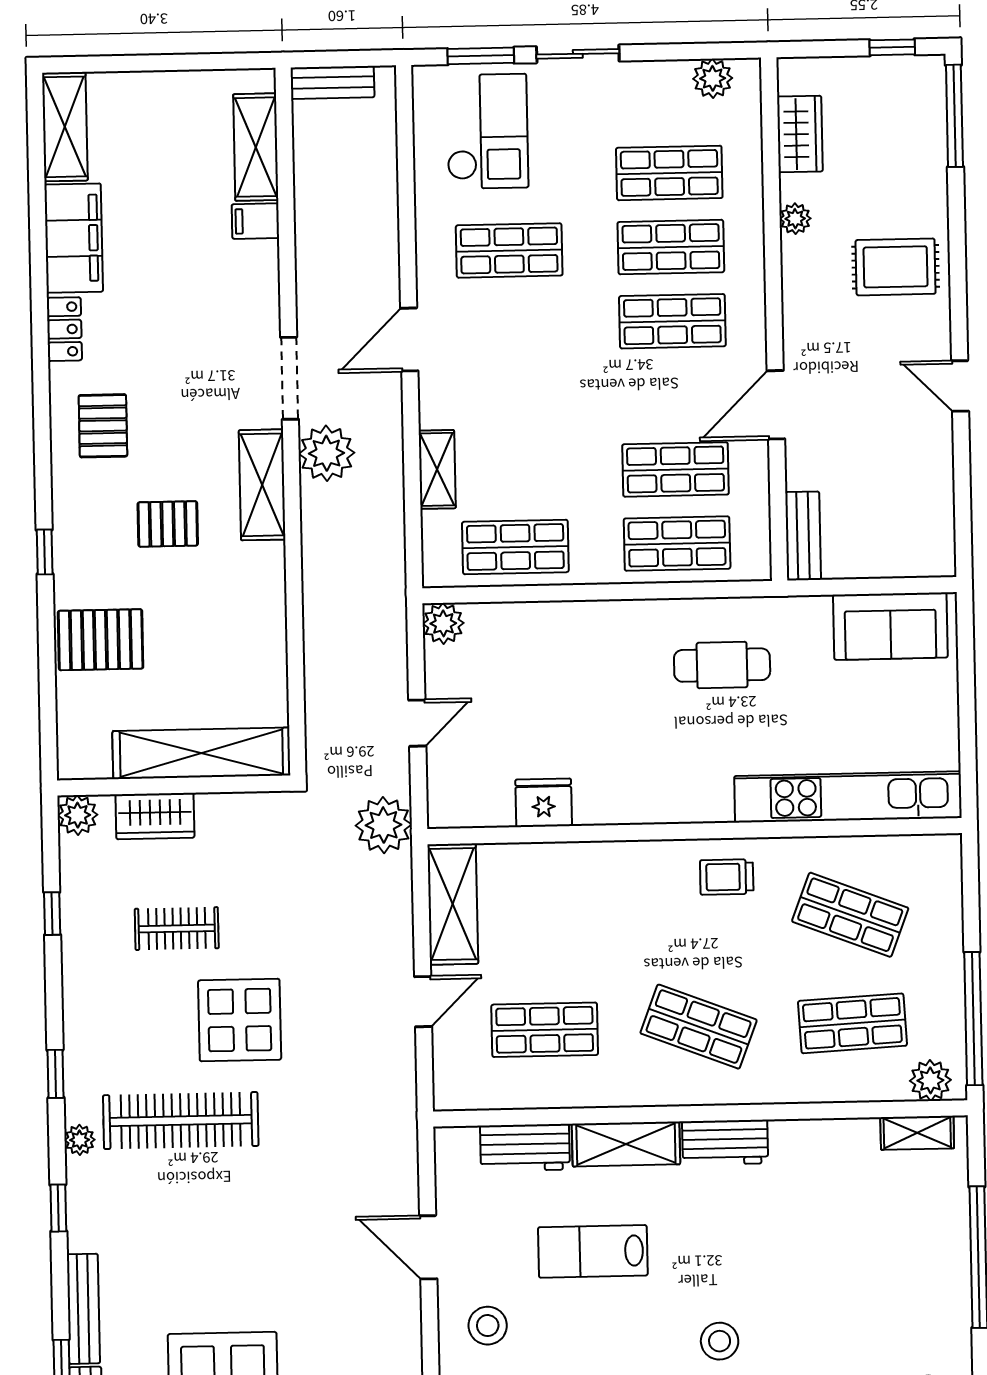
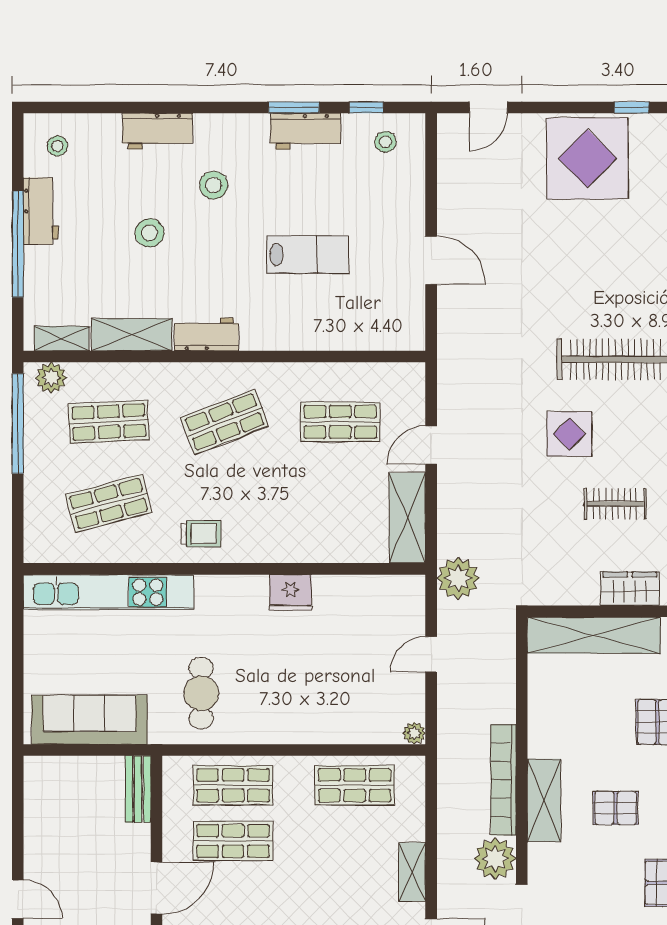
shelving: (437, 469) -> (412, 872), moved
shelving: (262, 485) -> (544, 800), moved
bookcase: (318, 558) -> (503, 780), added
plant: (443, 623) -> (414, 733), width x0.73, depth x0.73
sofa: (890, 626) -> (89, 720), width x1.36
cafe table: (722, 665) -> (201, 693), turned 90
fridge: (544, 803) -> (290, 593), moved
shop shelf: (850, 915) -> (109, 504), turned -36
display table: (240, 1020) -> (569, 434), width x0.73, depth x0.73
shop shelf: (699, 1027) -> (224, 422), turned -42
shelving: (626, 1144) -> (132, 335), moved
workbench: (525, 1148) -> (41, 211), moved, turned 90
stool: (488, 1326) -> (150, 233), moved

